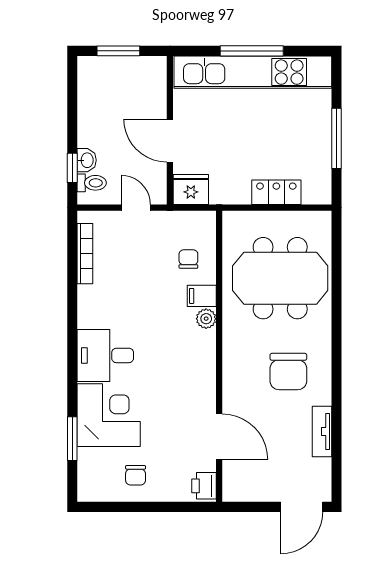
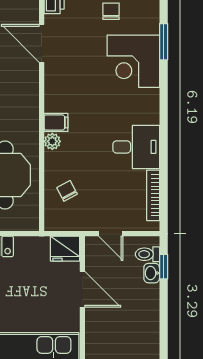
chair: (188, 259) -> (67, 191), turned 152
filing cabinet: (202, 296) -> (56, 122), moved
desk: (105, 355) -> (136, 147), moved

